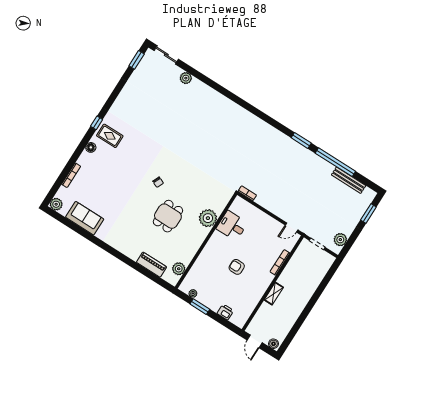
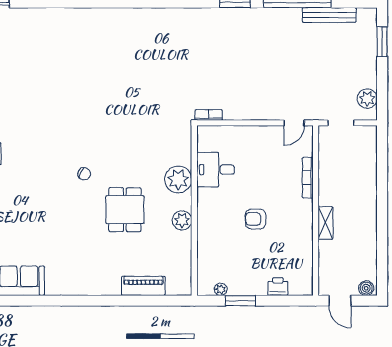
plant: (186, 78) -> (35, 16), removed
plant: (179, 269) -> (182, 220), moved

